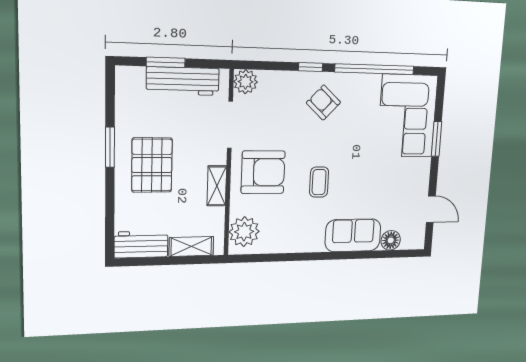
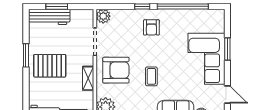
workbench: (183, 81) -> (49, 17), moved
armchair: (323, 103) -> (151, 27), turned -133
corner sofa: (407, 116) -> (206, 59), moved
pallet: (152, 165) -> (50, 66), turned 90

